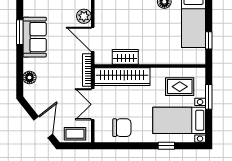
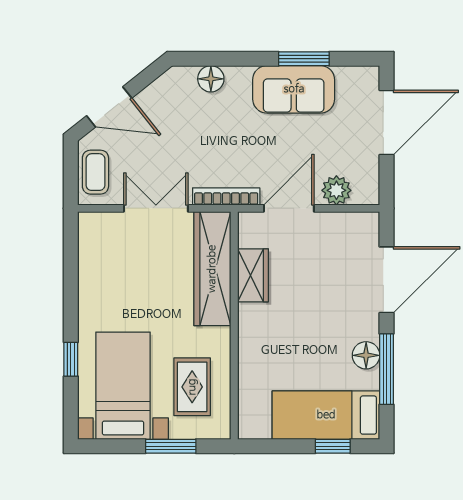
window: (209, 40) -> (333, 446), moved
chair: (122, 128) -> (108, 268), removed

